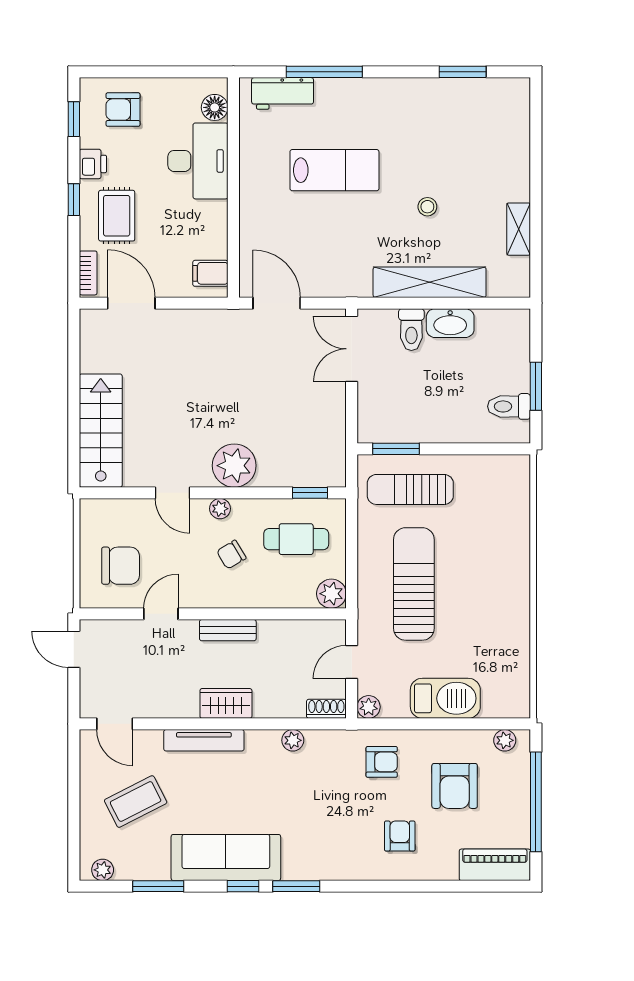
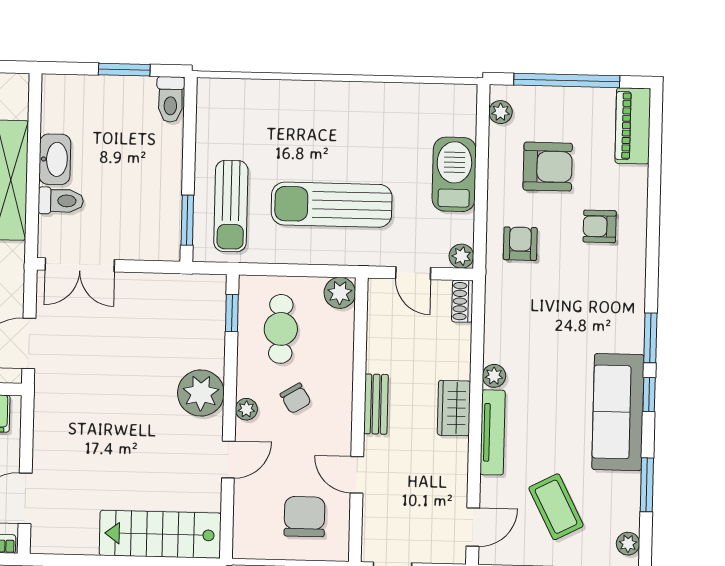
toilet: (509, 406) -> (170, 99), moved
plant: (293, 740) -> (494, 376), moved

